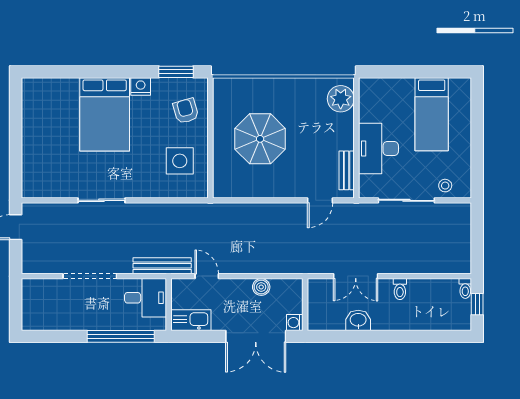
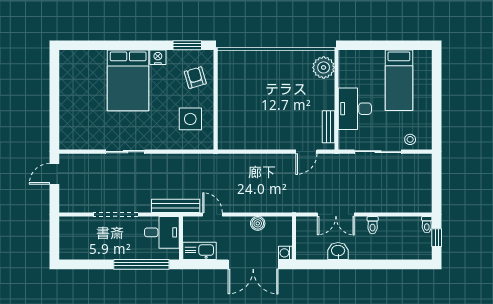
parasol: (260, 139) -> (257, 101), removed

